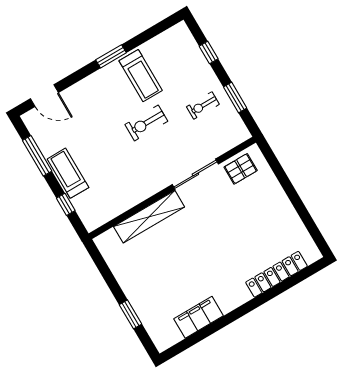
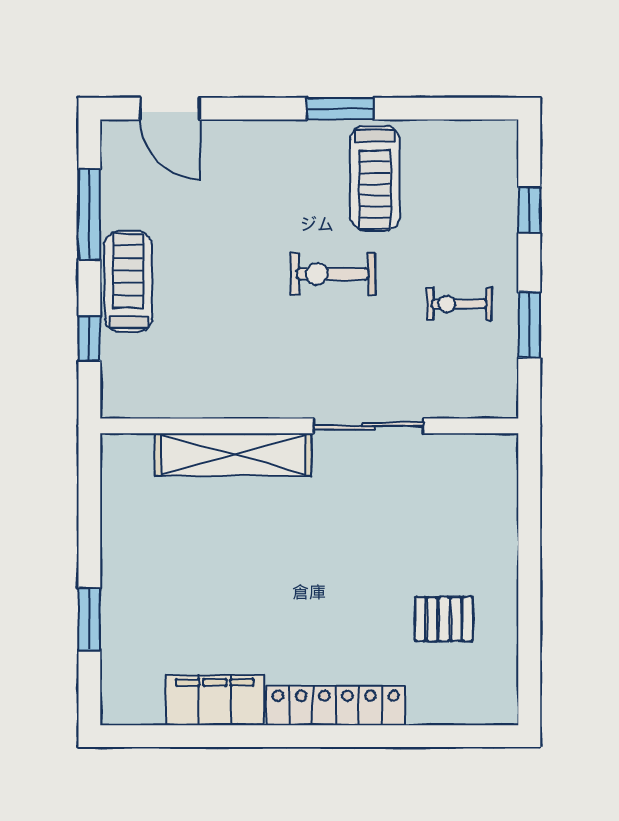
pallet: (241, 169) -> (444, 619), moved
locker: (277, 274) -> (336, 706), moved

